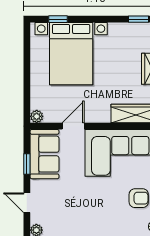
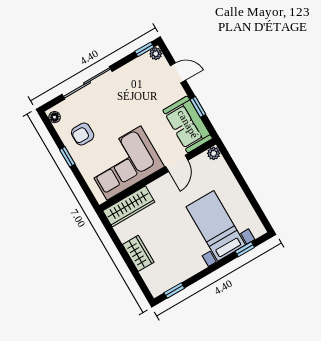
bed with nightstands: (71, 54) -> (216, 226), width x0.73

